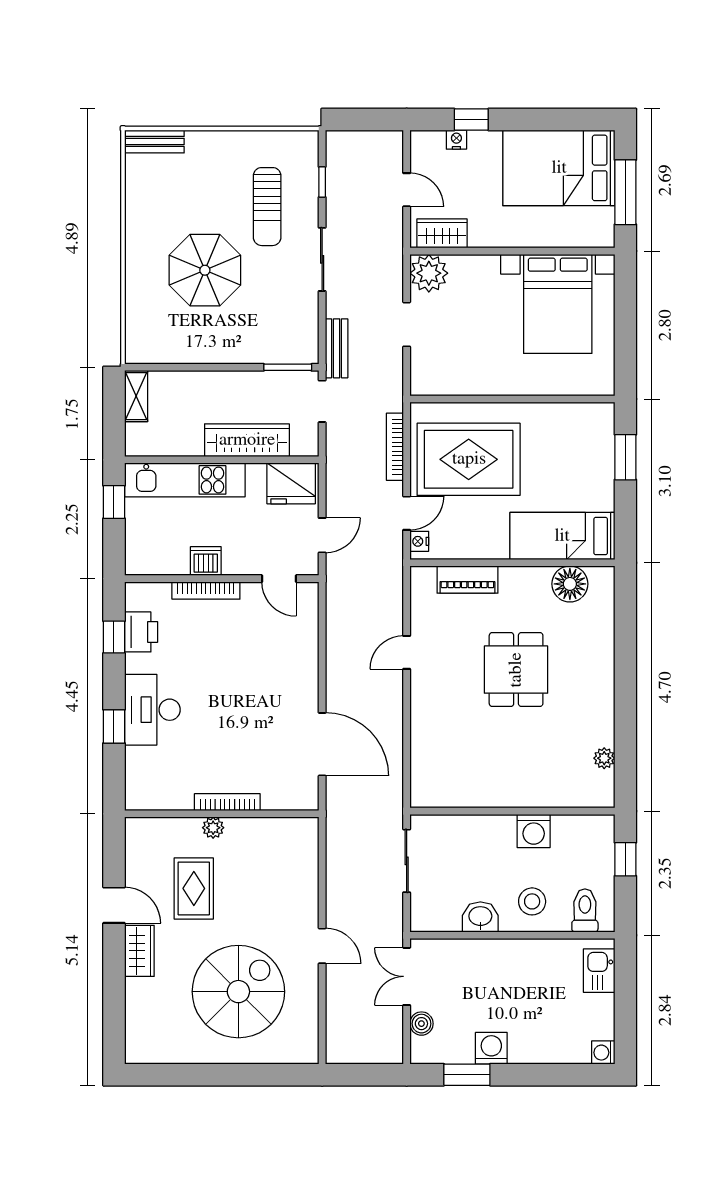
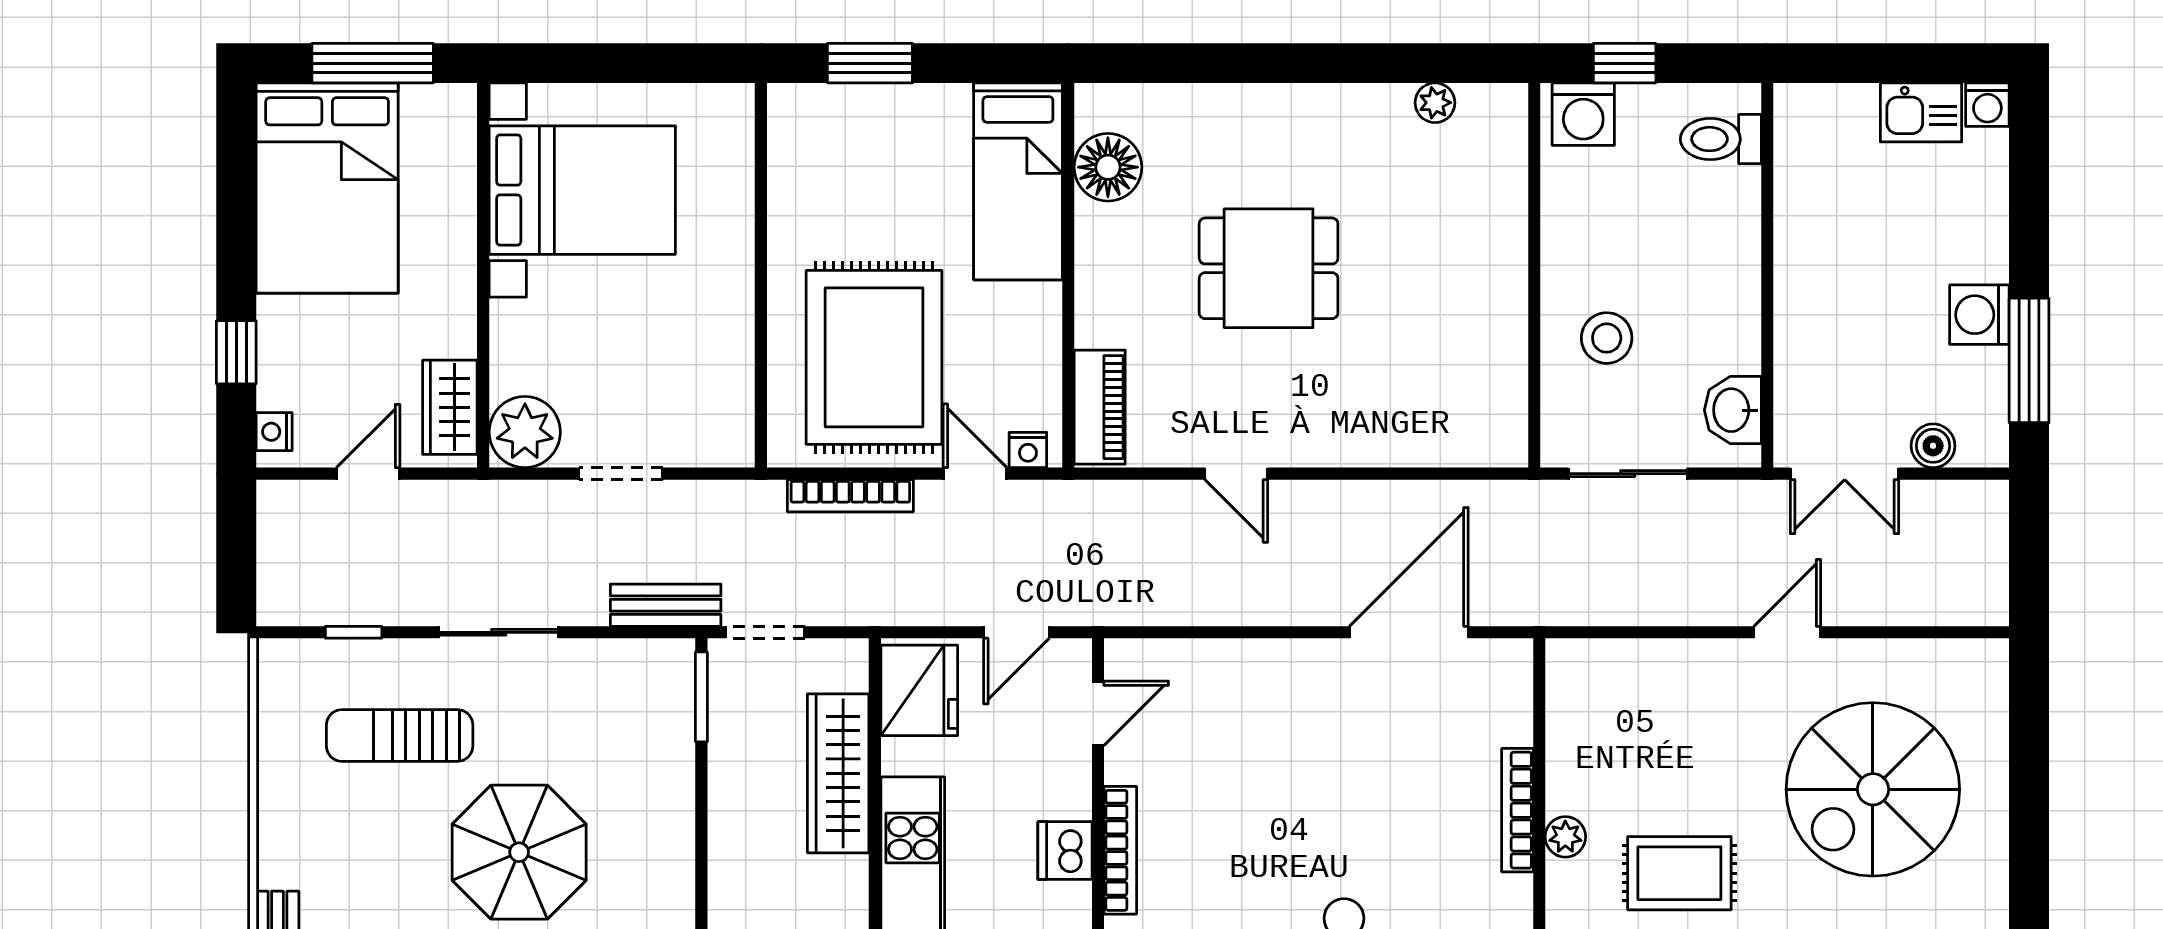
nightstand: (456, 140) -> (274, 432), moved
sun lounger: (267, 207) -> (400, 735), turned 180
door: (322, 535) -> (1017, 632), swing flipped
piano: (467, 580) -> (1100, 407), moved
washing machine: (534, 831) -> (1583, 114), moved, turned 90
stool: (532, 901) -> (1607, 338), moved
washbasin: (480, 917) -> (1733, 410), moved
kitchen sink: (599, 971) -> (1921, 112), moved
spiral stairs: (238, 992) -> (1873, 789), turned -90
window: (467, 1075) -> (2029, 360), width x1.44

